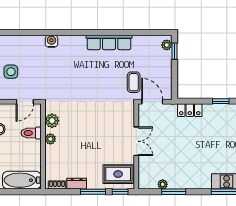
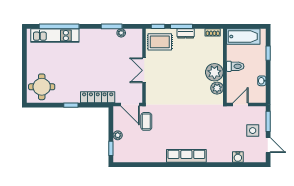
water cooler: (51, 41) -> (238, 157), moved
row of seats: (109, 42) -> (186, 156), moved
plant: (167, 45) -> (118, 135), moved
locker: (190, 110) -> (98, 97), width x1.53
toilet: (31, 133) -> (235, 66), moved
plant: (50, 139) -> (214, 72), width x1.88, depth x1.88
dresser: (77, 184) -> (186, 33), moved

